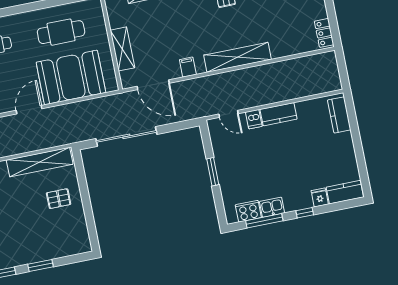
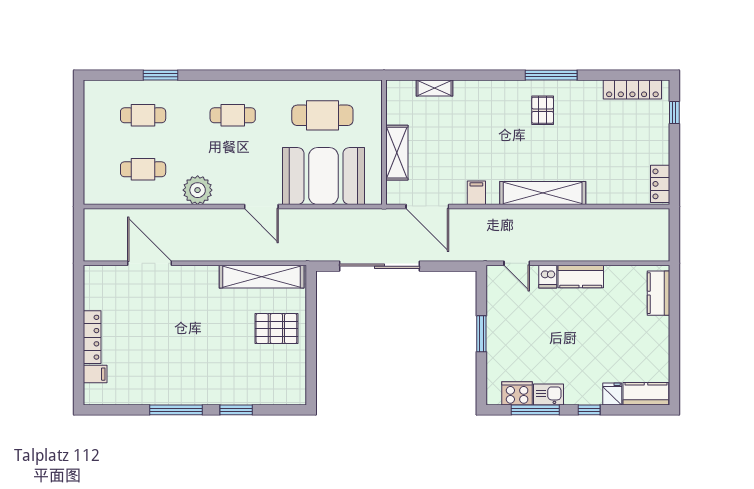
door: (29, 110) -> (261, 207), swing flipped
pallet: (59, 199) -> (276, 329), width x1.50, depth x1.42

